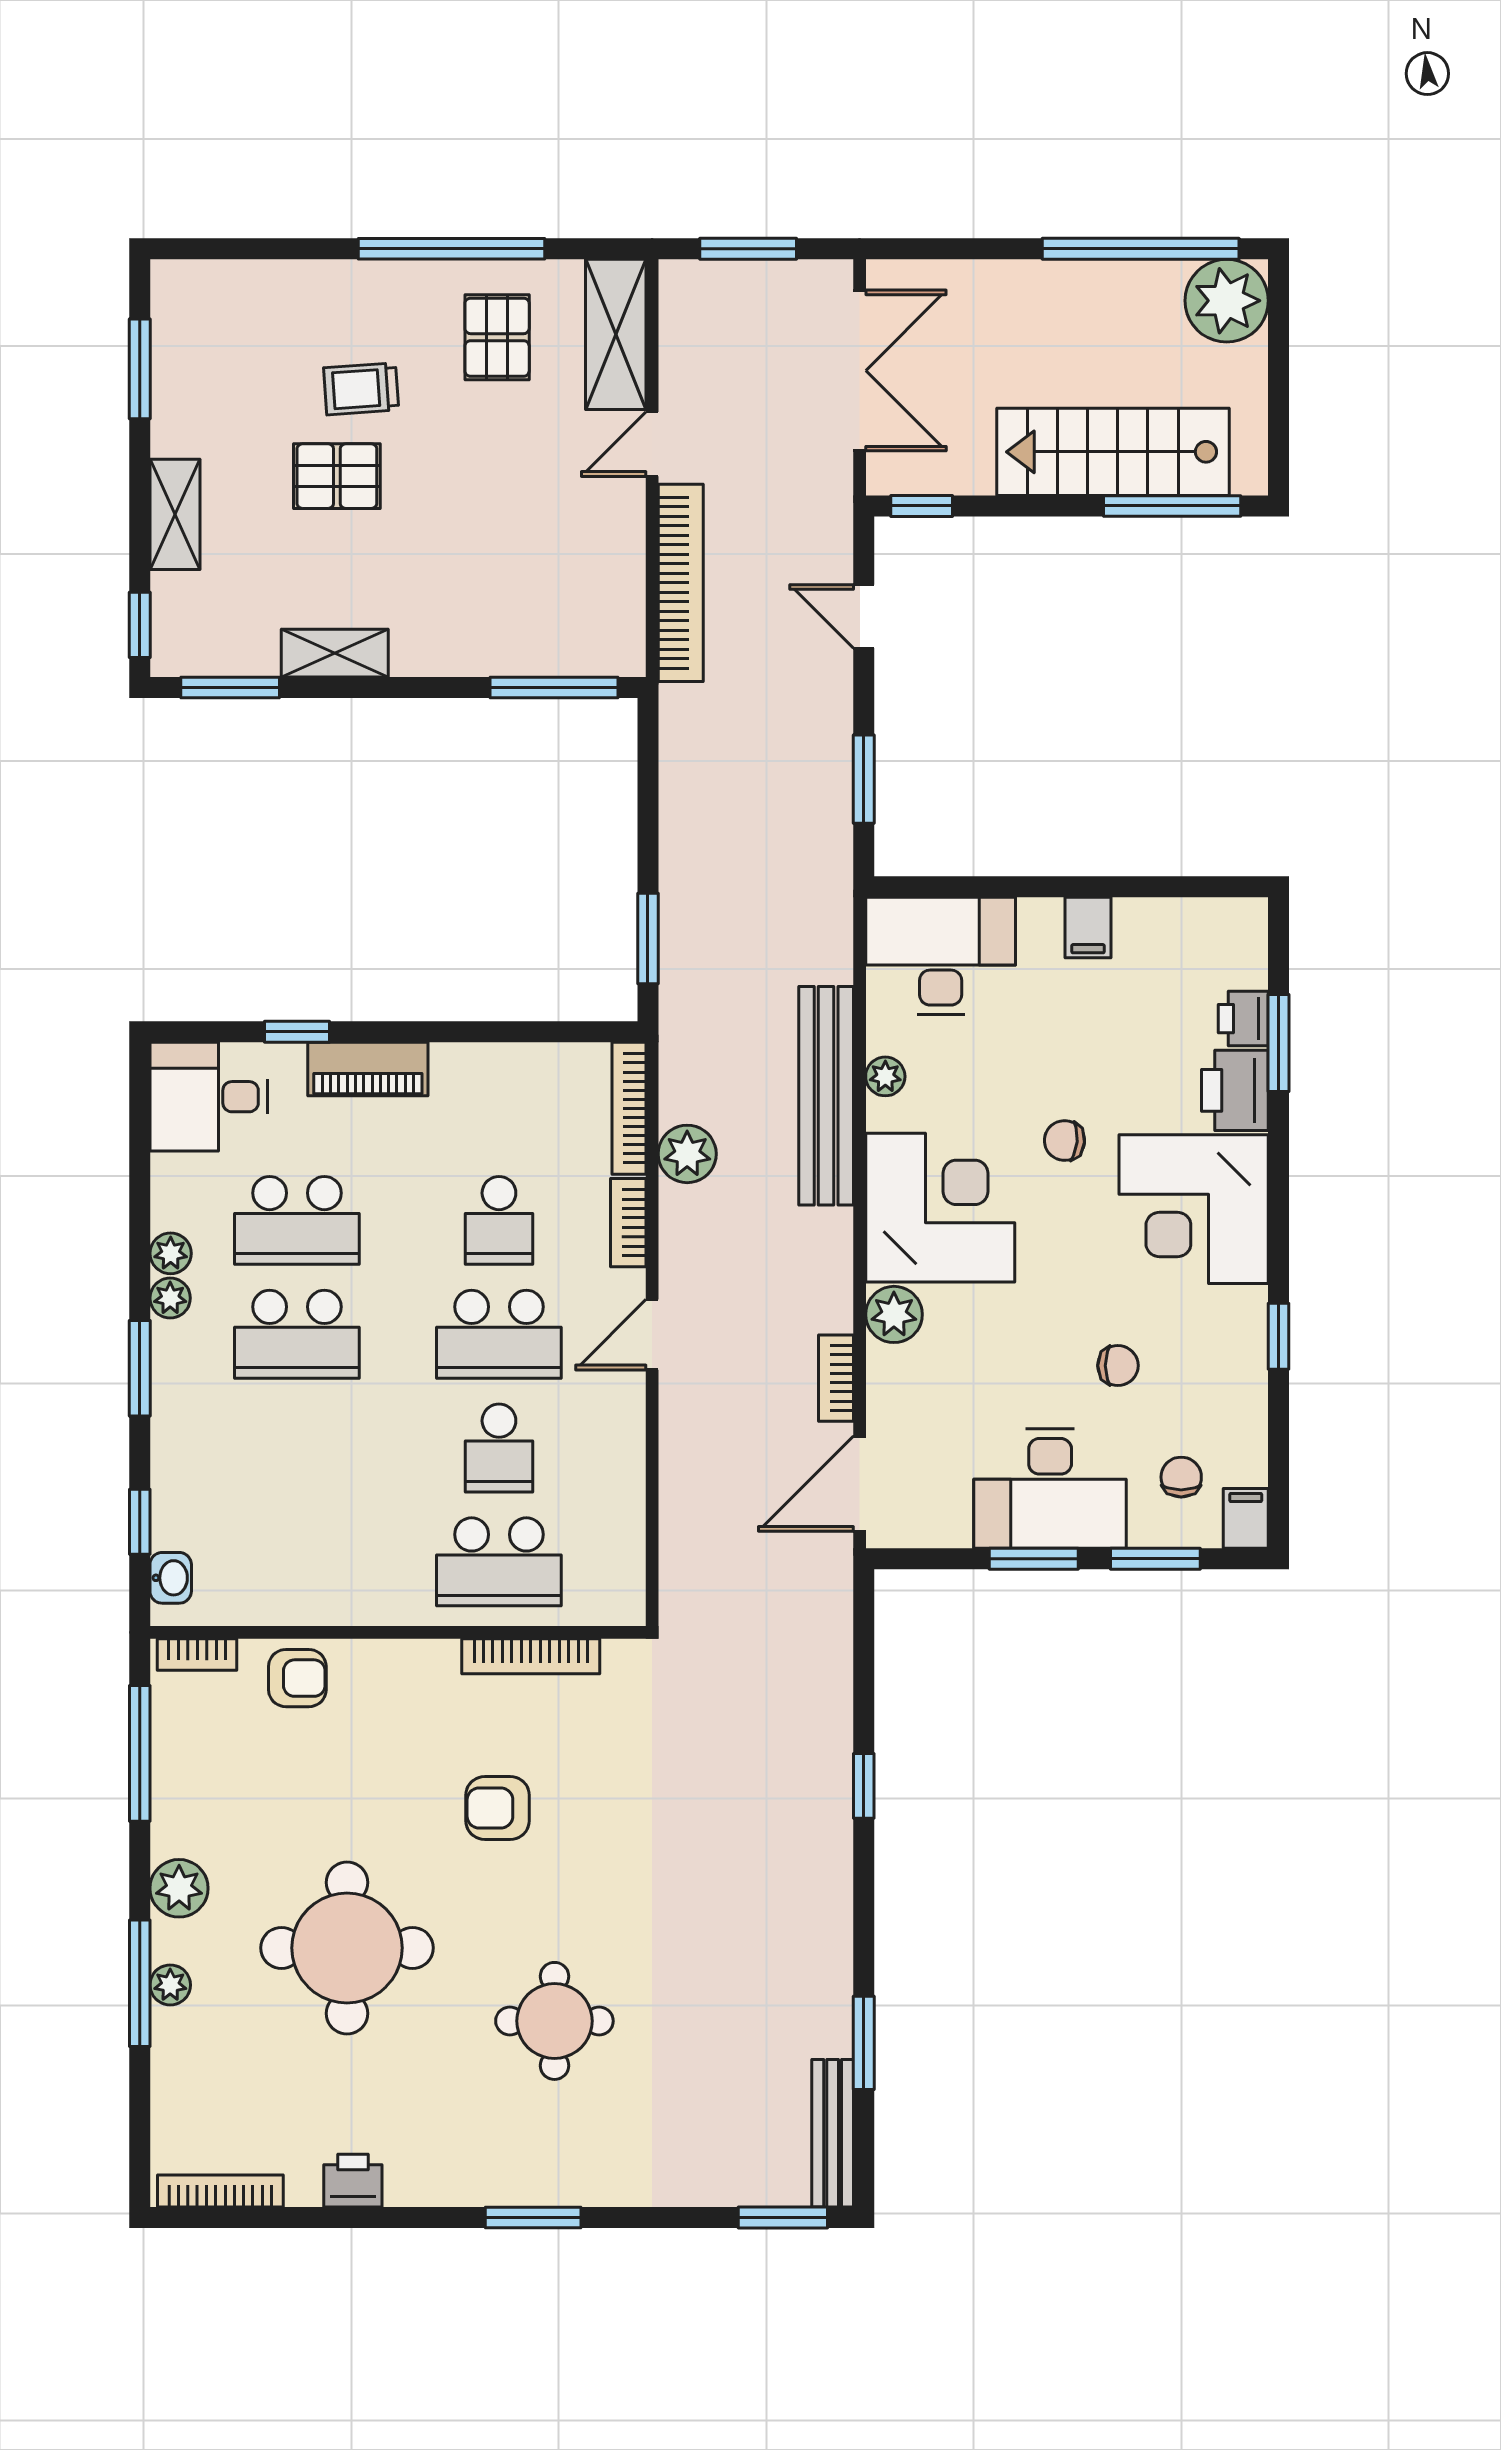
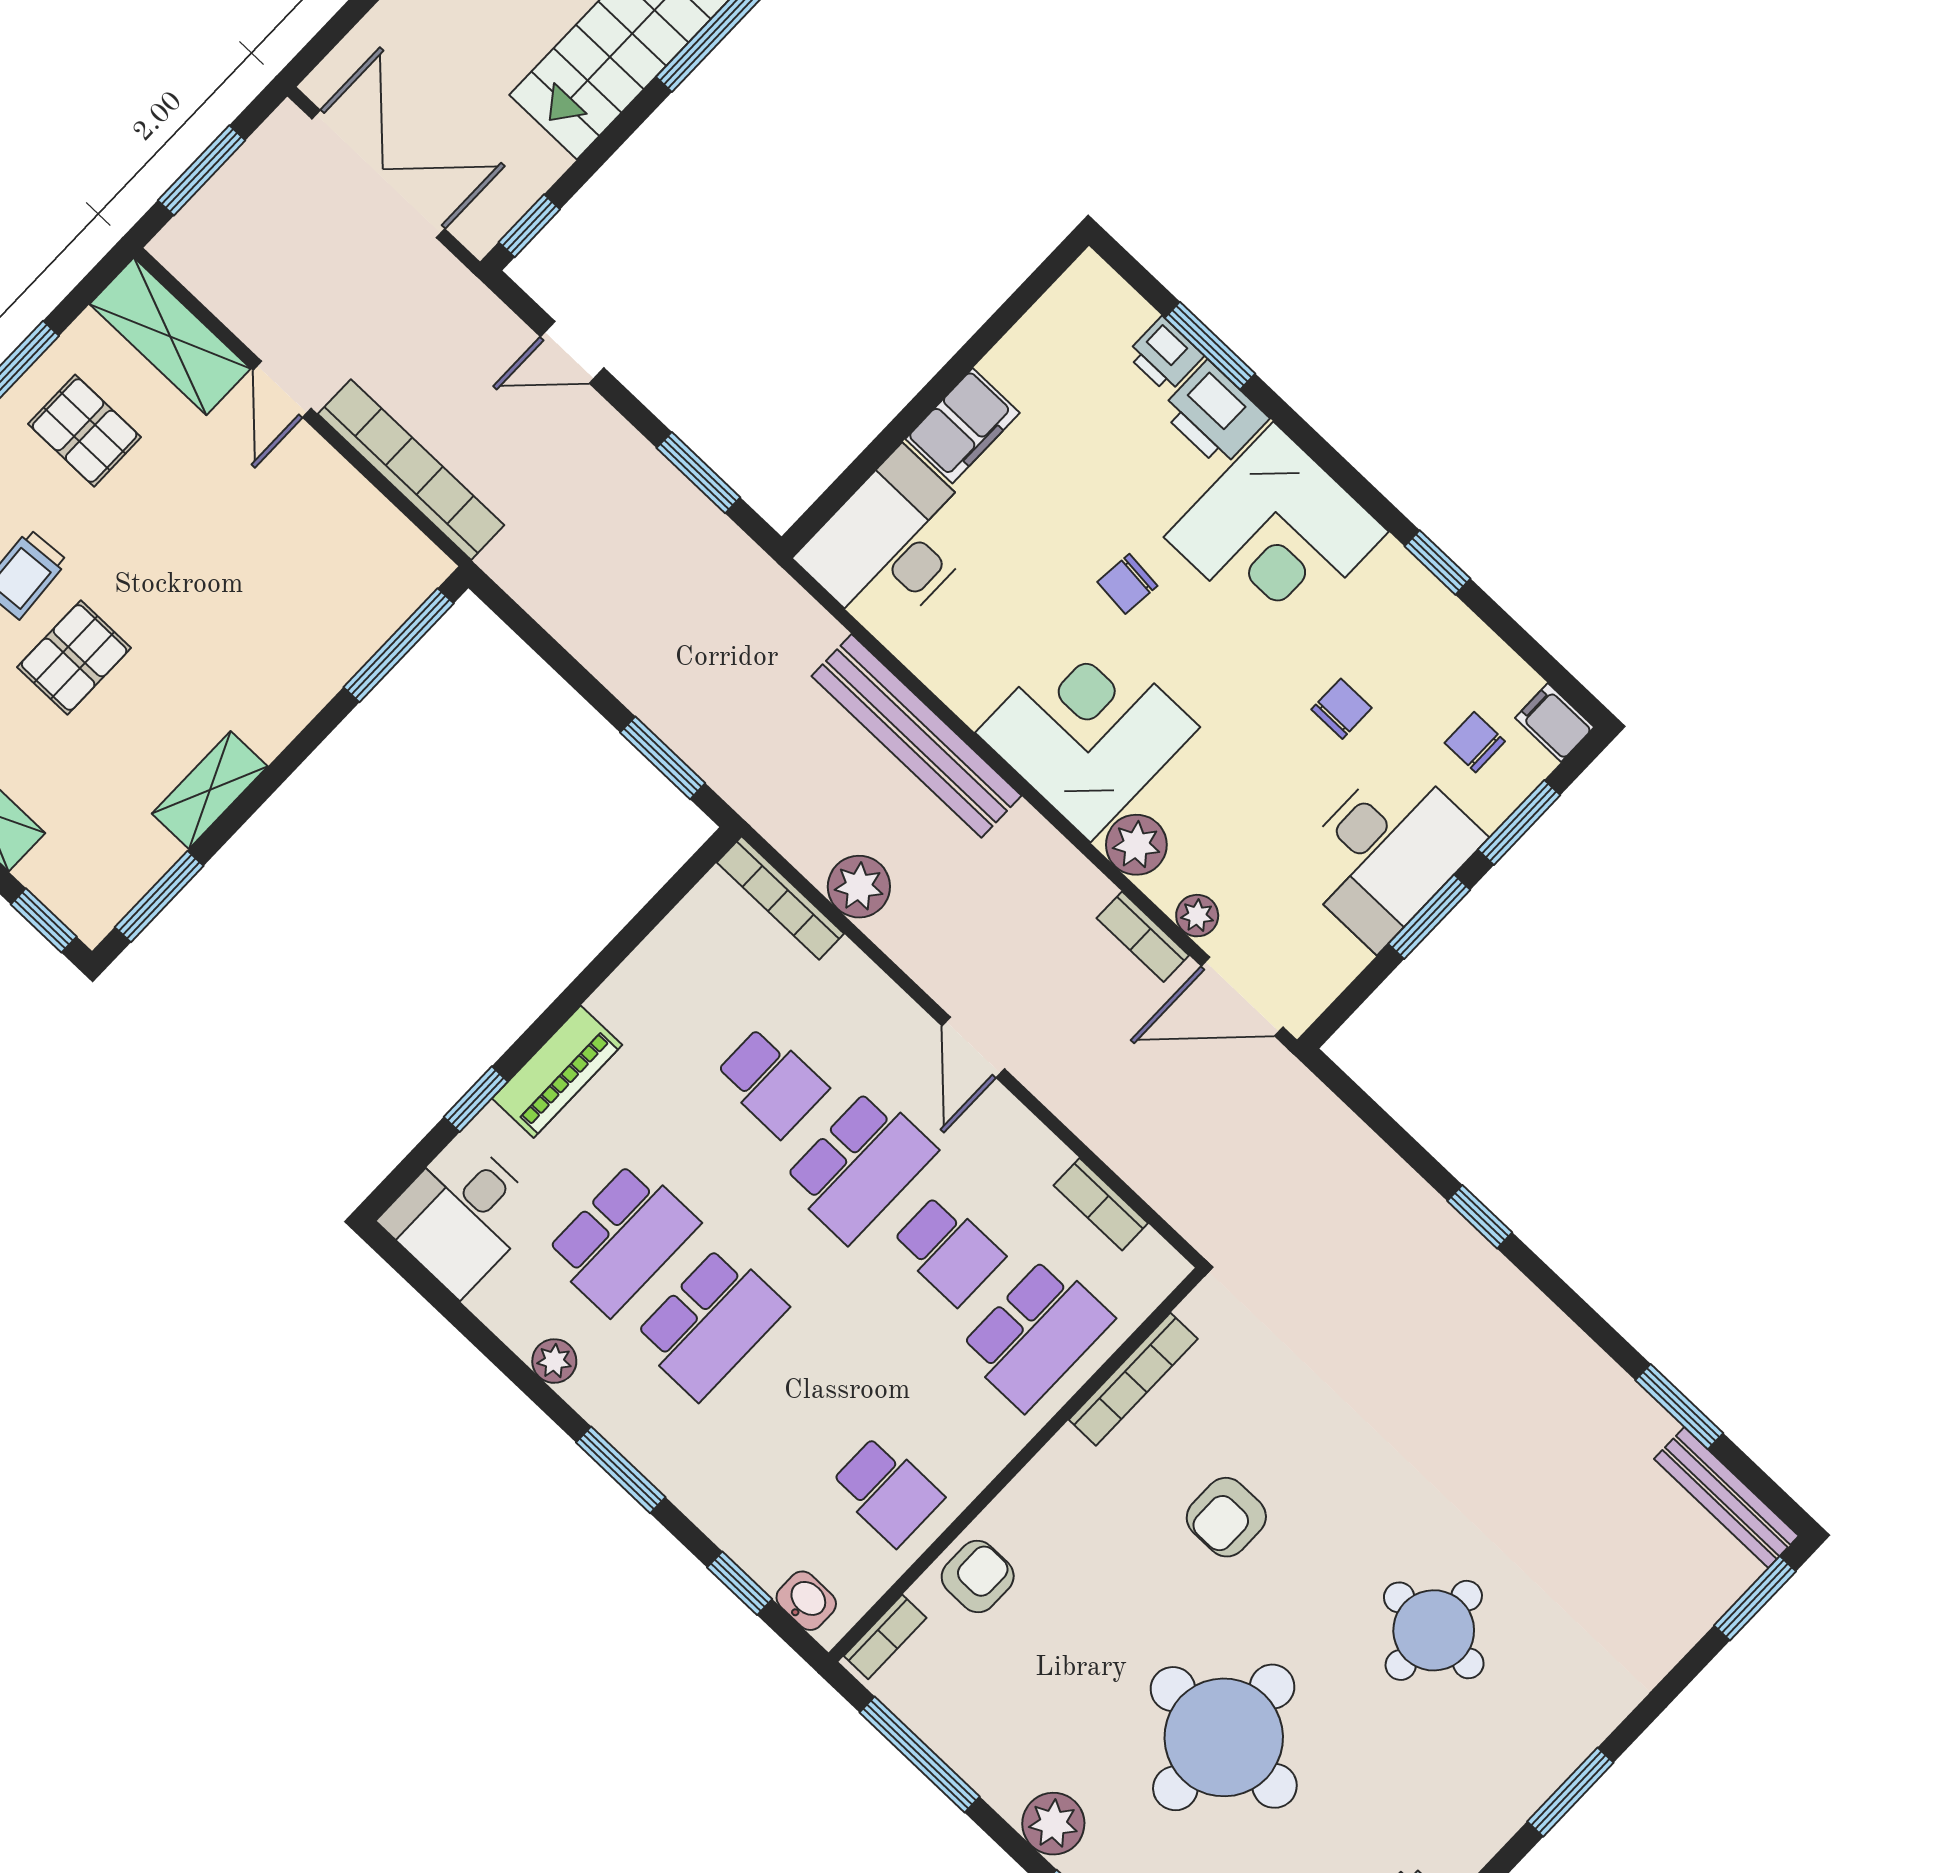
filing cabinet: (1088, 927) -> (962, 426), width x2.00
plant: (885, 1076) -> (1197, 916), moved
bookcase: (628, 1223) -> (1101, 1204), moved
plant: (170, 1298) -> (589, 1394), removed
door: (860, 1484) -> (1242, 997), hinge flipped
school desk: (297, 1562) -> (887, 1491), added

